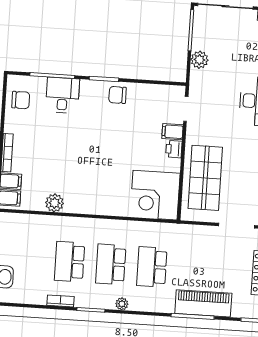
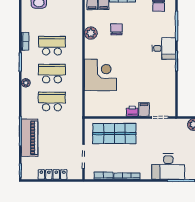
desk: (62, 95) -> (164, 48), moved
chair: (117, 95) -> (116, 29), moved
corner desk: (155, 195) -> (100, 75), moved, turned 90

